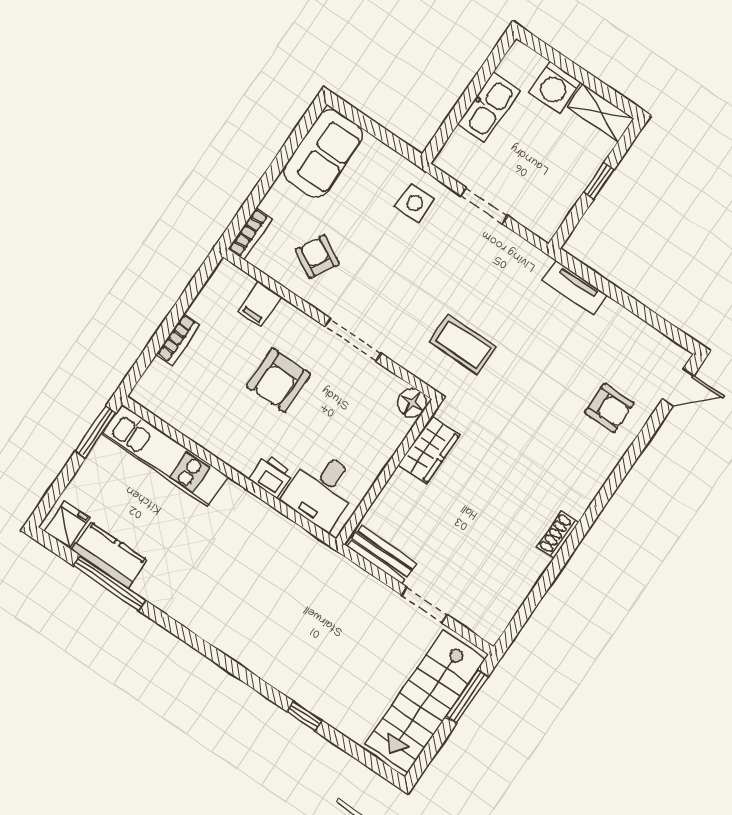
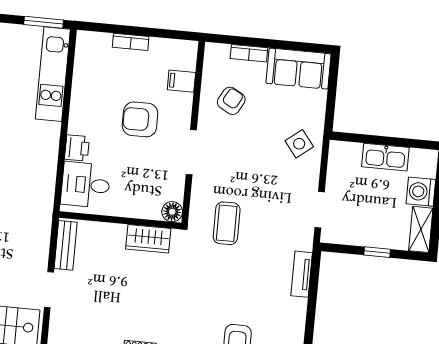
side table: (415, 203) -> (299, 144), turned -38
doorway: (484, 206) -> (320, 210), moved
bookcase: (250, 234) -> (249, 53), moved

